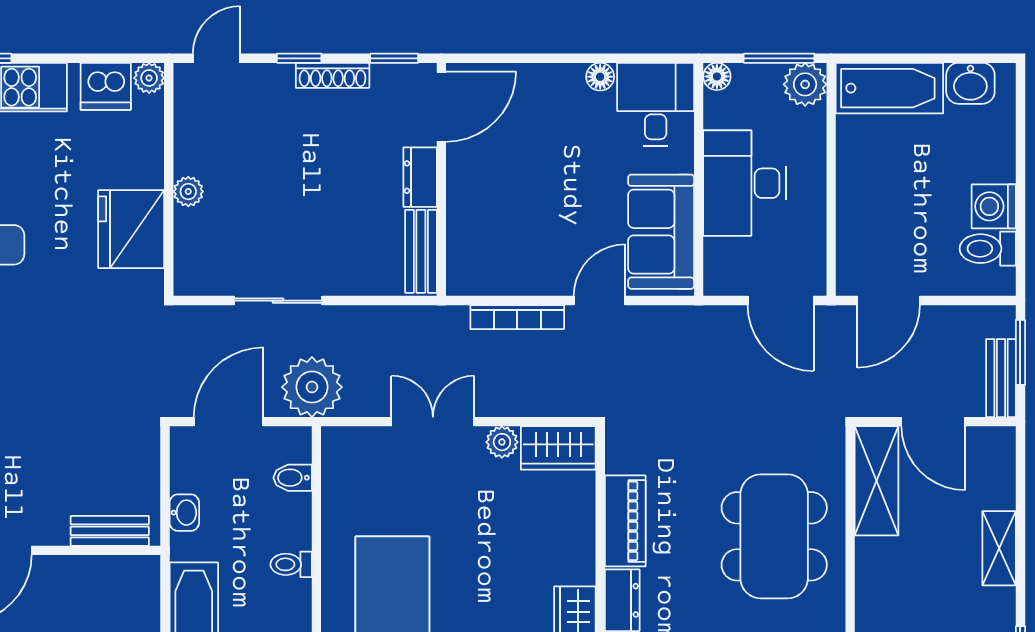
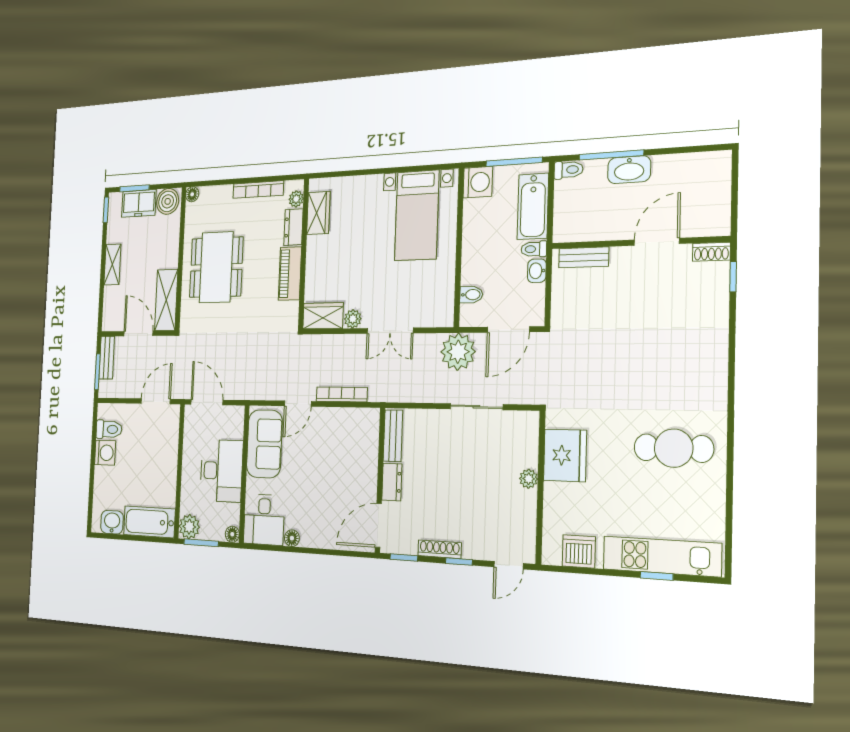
plant: (149, 78) -> (551, 555), removed
toilet: (291, 564) -> (534, 249), moved, turned 180

